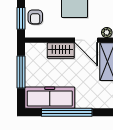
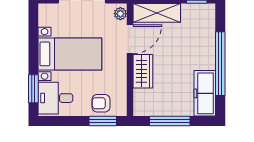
armchair: (35, 17) -> (101, 103), turned 180
freezer: (50, 98) -> (205, 93), width x0.73, depth x0.79

